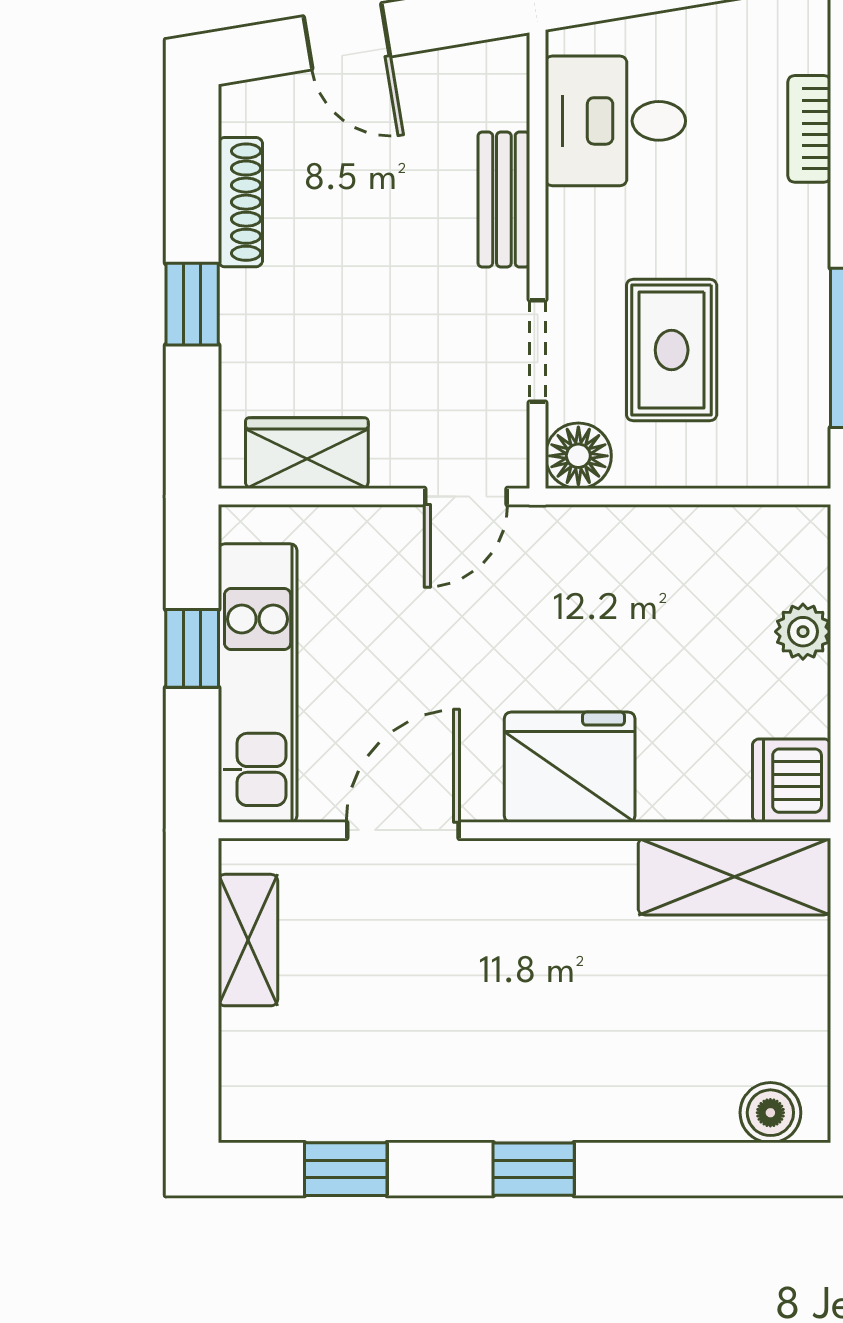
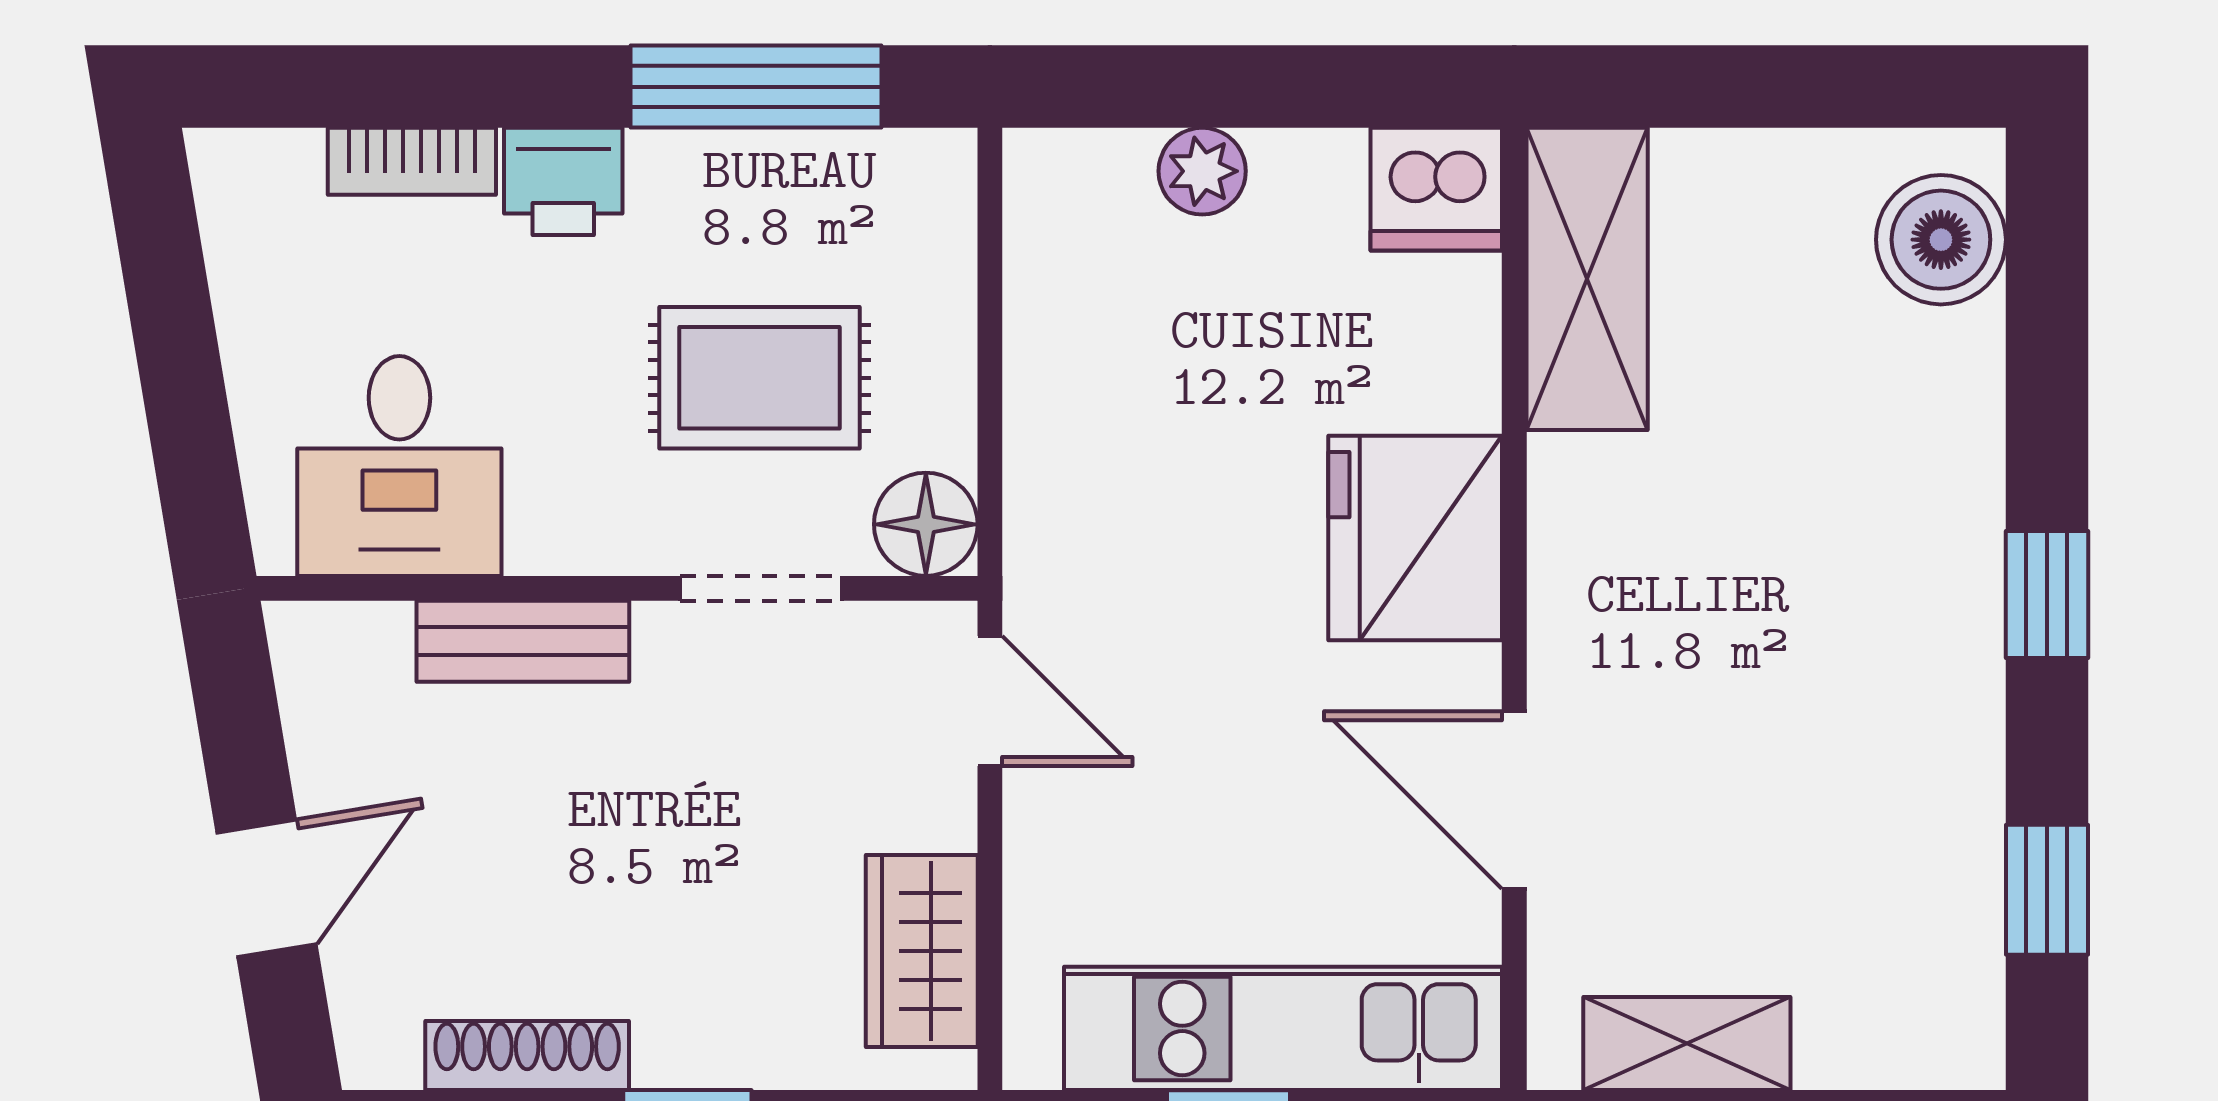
printer: (796, 225) -> (563, 181), added
boiler: (770, 1113) -> (1941, 240), width x1.36, depth x1.36

